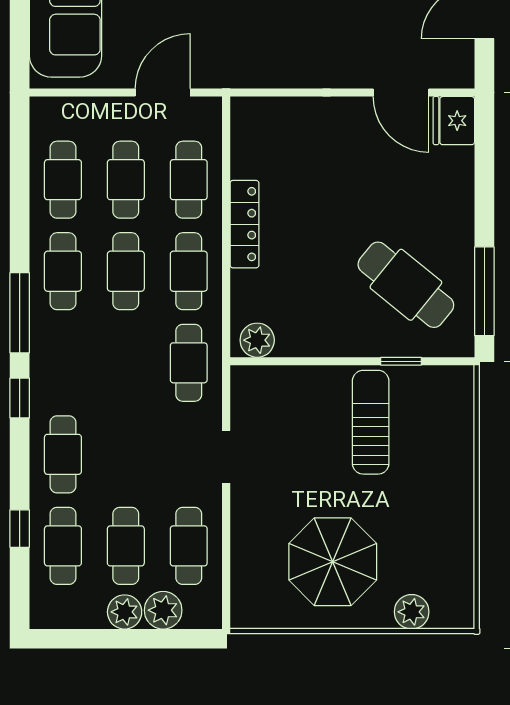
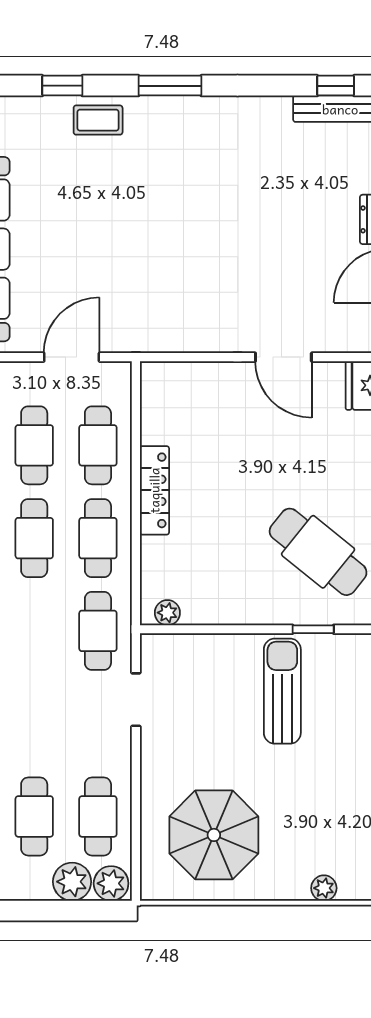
door: (401, 93) -> (283, 357), moved
plant: (257, 340) -> (167, 613), width x0.73, depth x0.73
doorway: (226, 457) -> (136, 700), moved
parasol: (333, 562) -> (214, 835), moved
plant: (125, 612) -> (111, 883), moved
plant: (412, 612) -> (324, 888), width x0.73, depth x0.73

